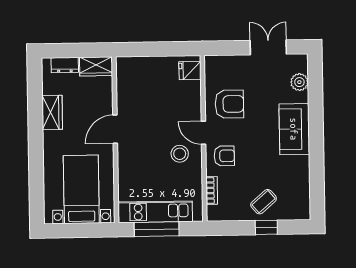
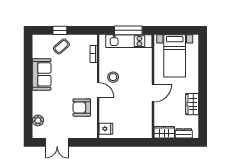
sofa: (294, 129) -> (42, 74), moved
armchair: (224, 156) -> (85, 75), removed

